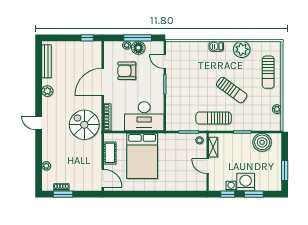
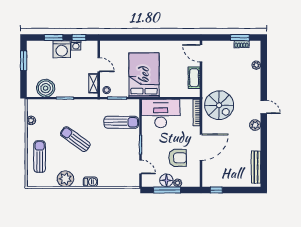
plant: (47, 91) -> (255, 125), moved
sun lounger: (214, 118) -> (121, 122), moved
bed: (142, 156) -> (144, 75), moved

